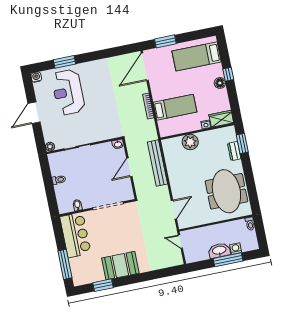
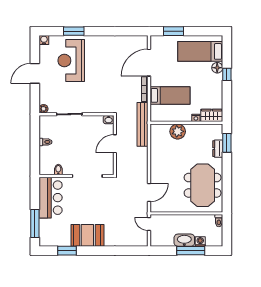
door: (145, 67) -> (149, 63), moved
floor lamp: (220, 83) -> (217, 68), moved
bench: (157, 163) -> (143, 124), moved

